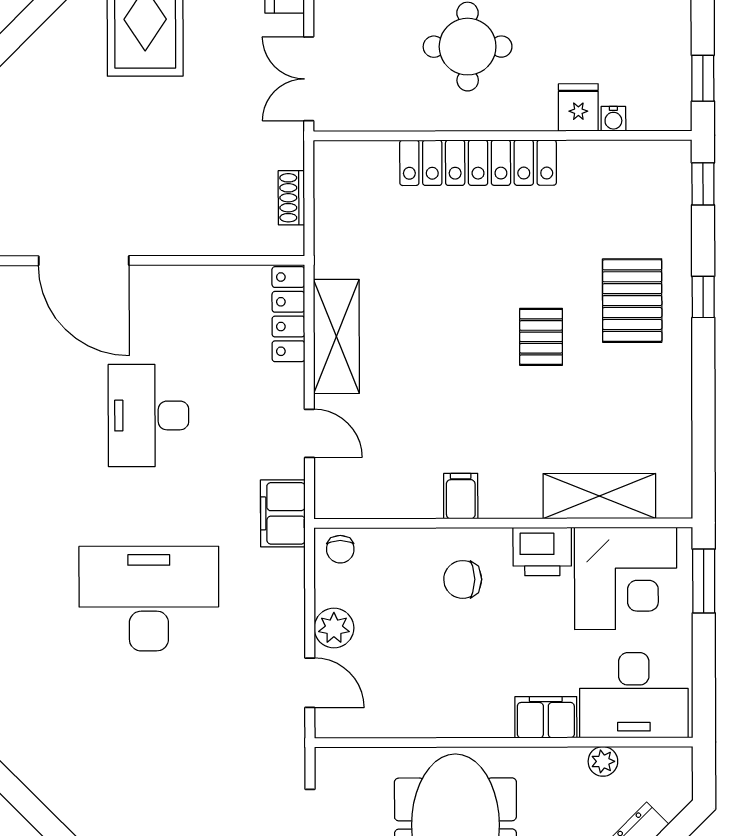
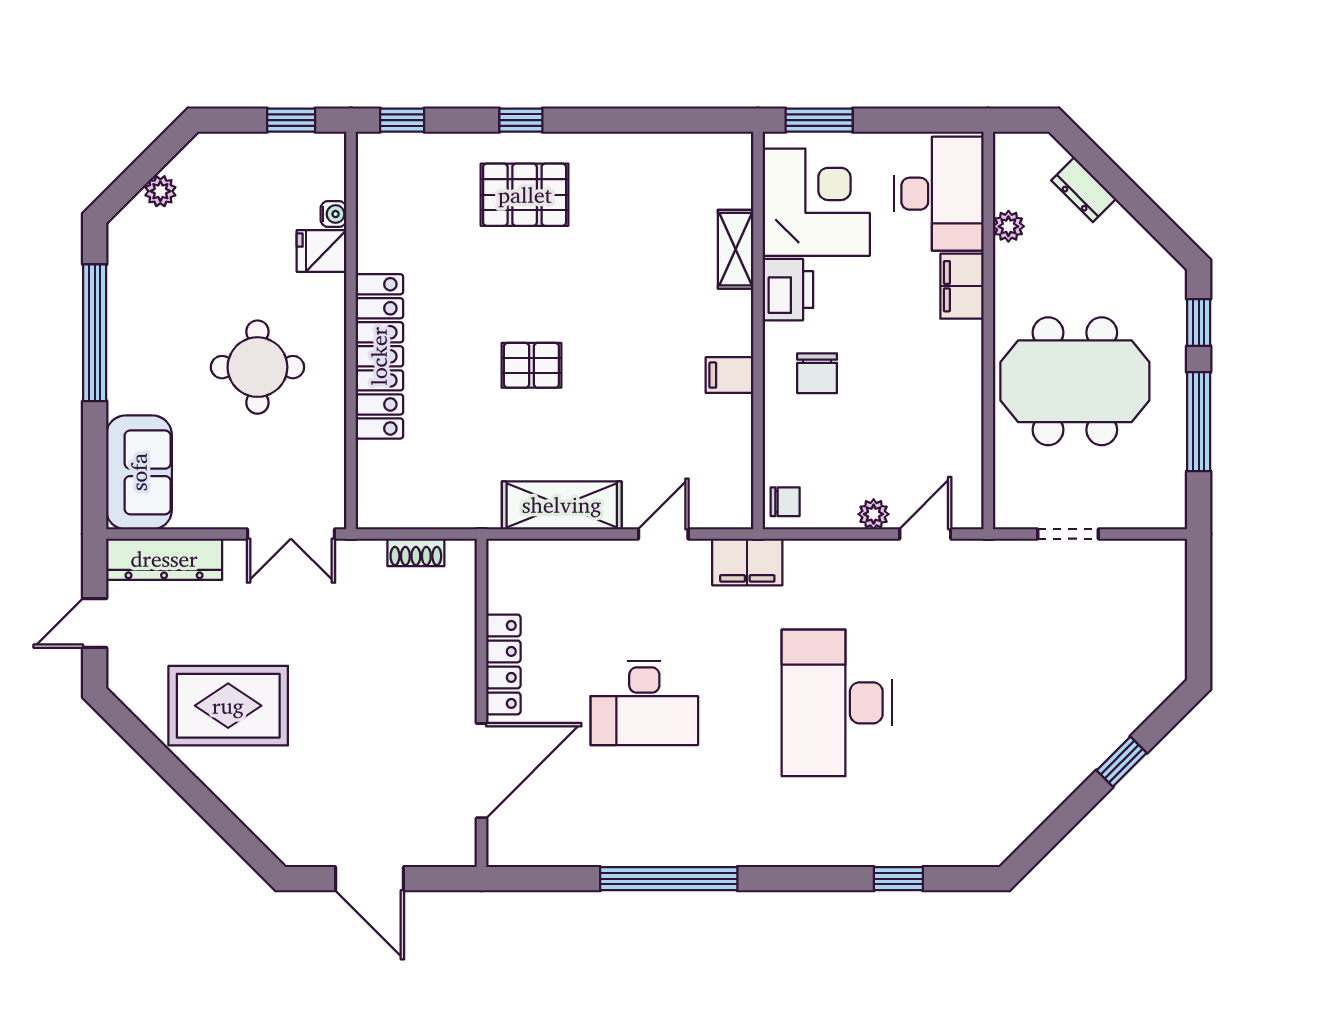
locker: (288, 314) -> (503, 664), moved, turned -90
pallet: (541, 337) -> (531, 365), moved
shelving: (599, 496) -> (736, 249), width x0.67, depth x0.75
plant: (334, 628) -> (874, 514), width x0.73, depth x0.73

